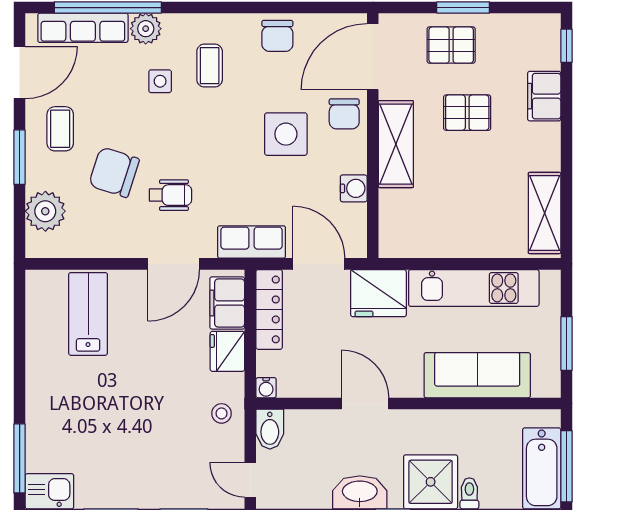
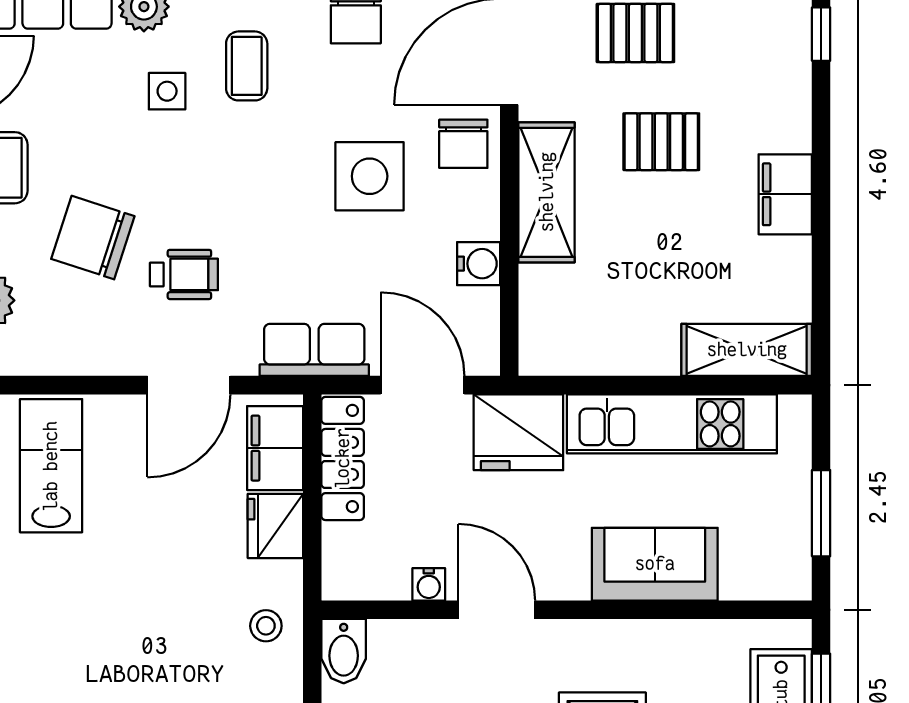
filing cabinet: (544, 96) -> (785, 194), moved
shelving: (545, 213) -> (747, 350), moved, turned 90
sofa: (477, 375) -> (655, 564), width x0.73
water cooler: (266, 388) -> (429, 584), moved

